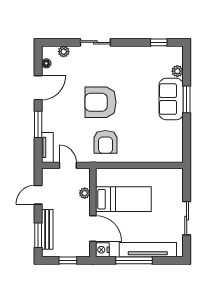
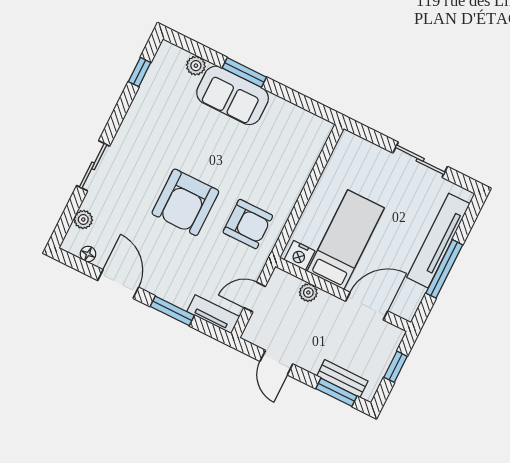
bench: (47, 229) -> (342, 379), width x0.73
nightstand: (102, 250) -> (300, 255), moved

